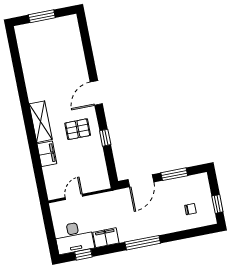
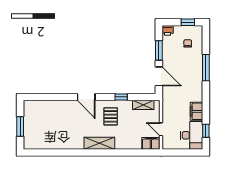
filing cabinet: (47, 154) -> (151, 143), moved
shelving: (101, 168) -> (143, 105), added
printer: (202, 180) -> (168, 30), added
window: (143, 243) -> (206, 68), moved

